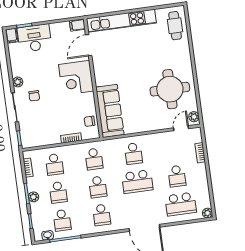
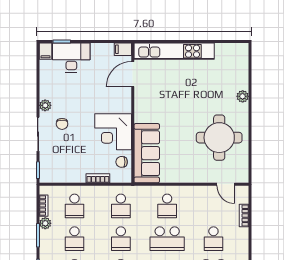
cafe table: (175, 26) -> (235, 65), removed
corner desk: (76, 78) -> (113, 132), moved
plant: (194, 117) -> (243, 96), moved
door: (181, 128) -> (226, 184), swing flipped
plant: (33, 197) -> (45, 223), moved

